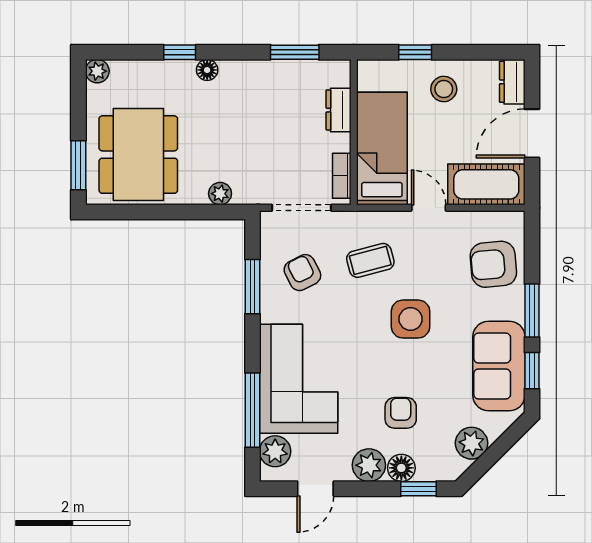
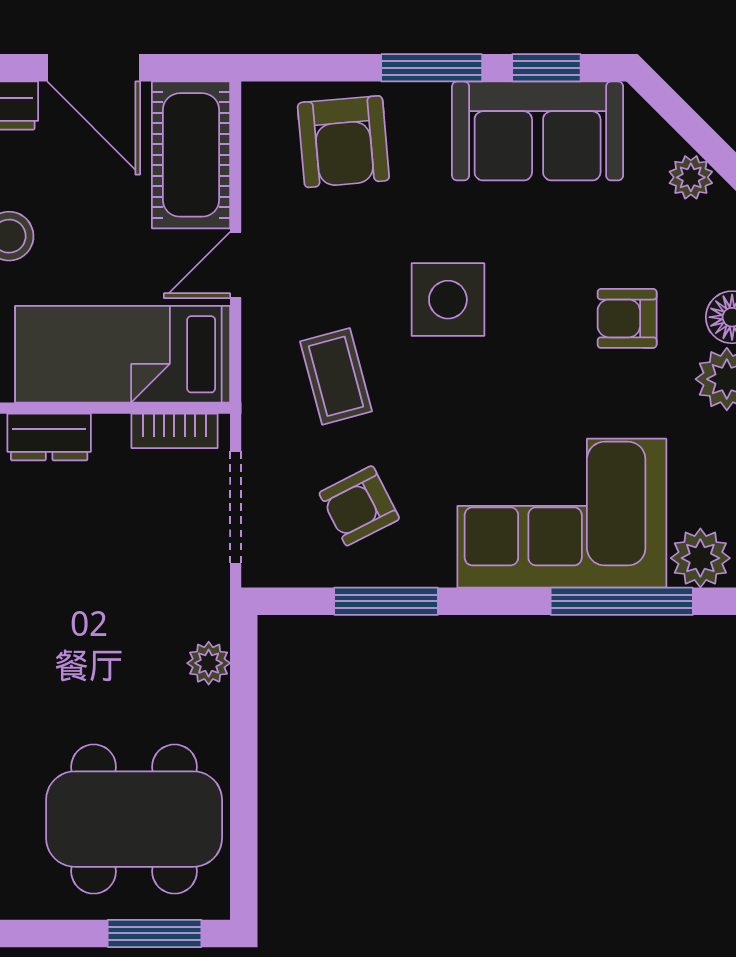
plant: (472, 443) -> (691, 177), width x0.73, depth x0.73

